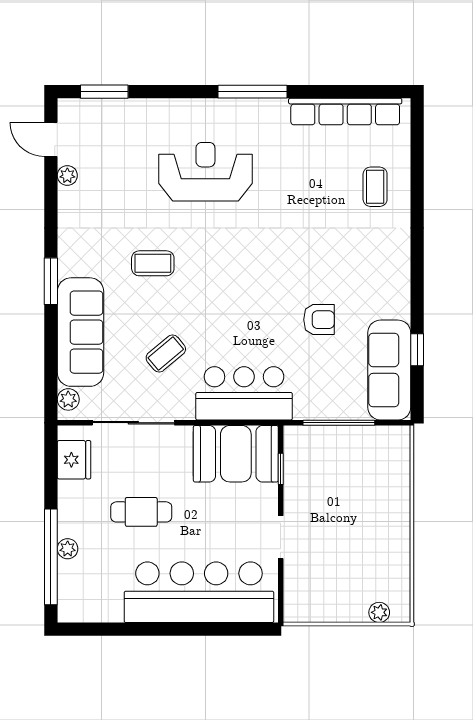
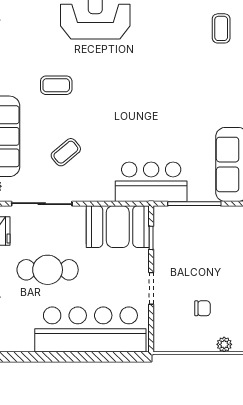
armchair: (319, 320) -> (180, 127), removed
bar counter: (244, 393) -> (151, 182), moved
cafe table: (141, 512) -> (48, 270), width x1.37, depth x1.35
chair: (350, 564) -> (202, 308), added

